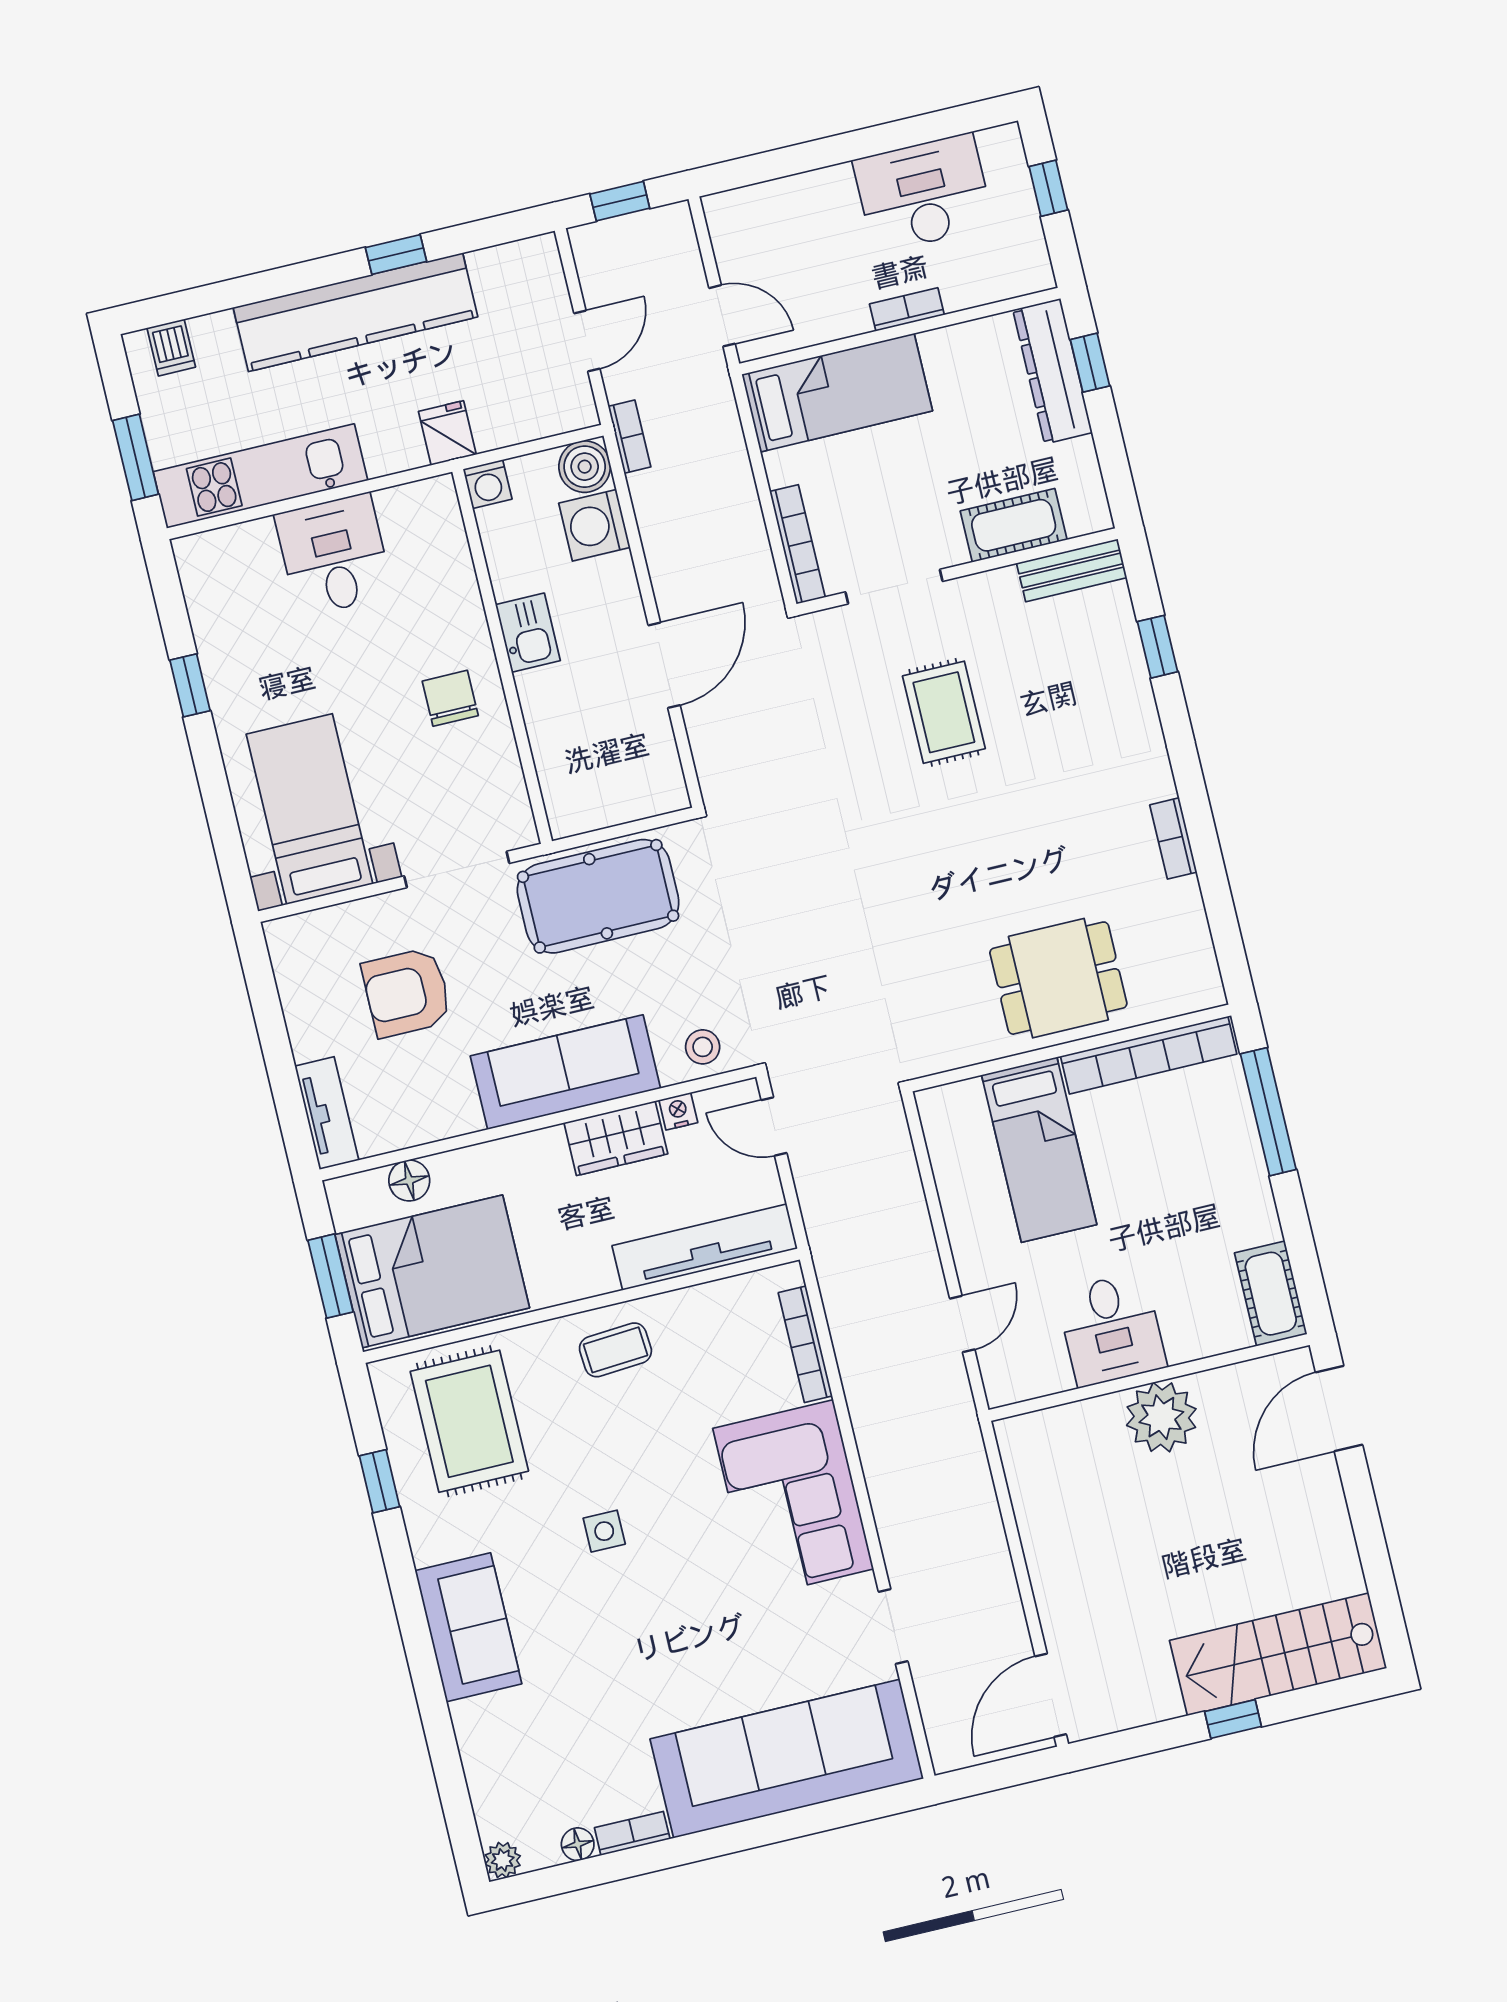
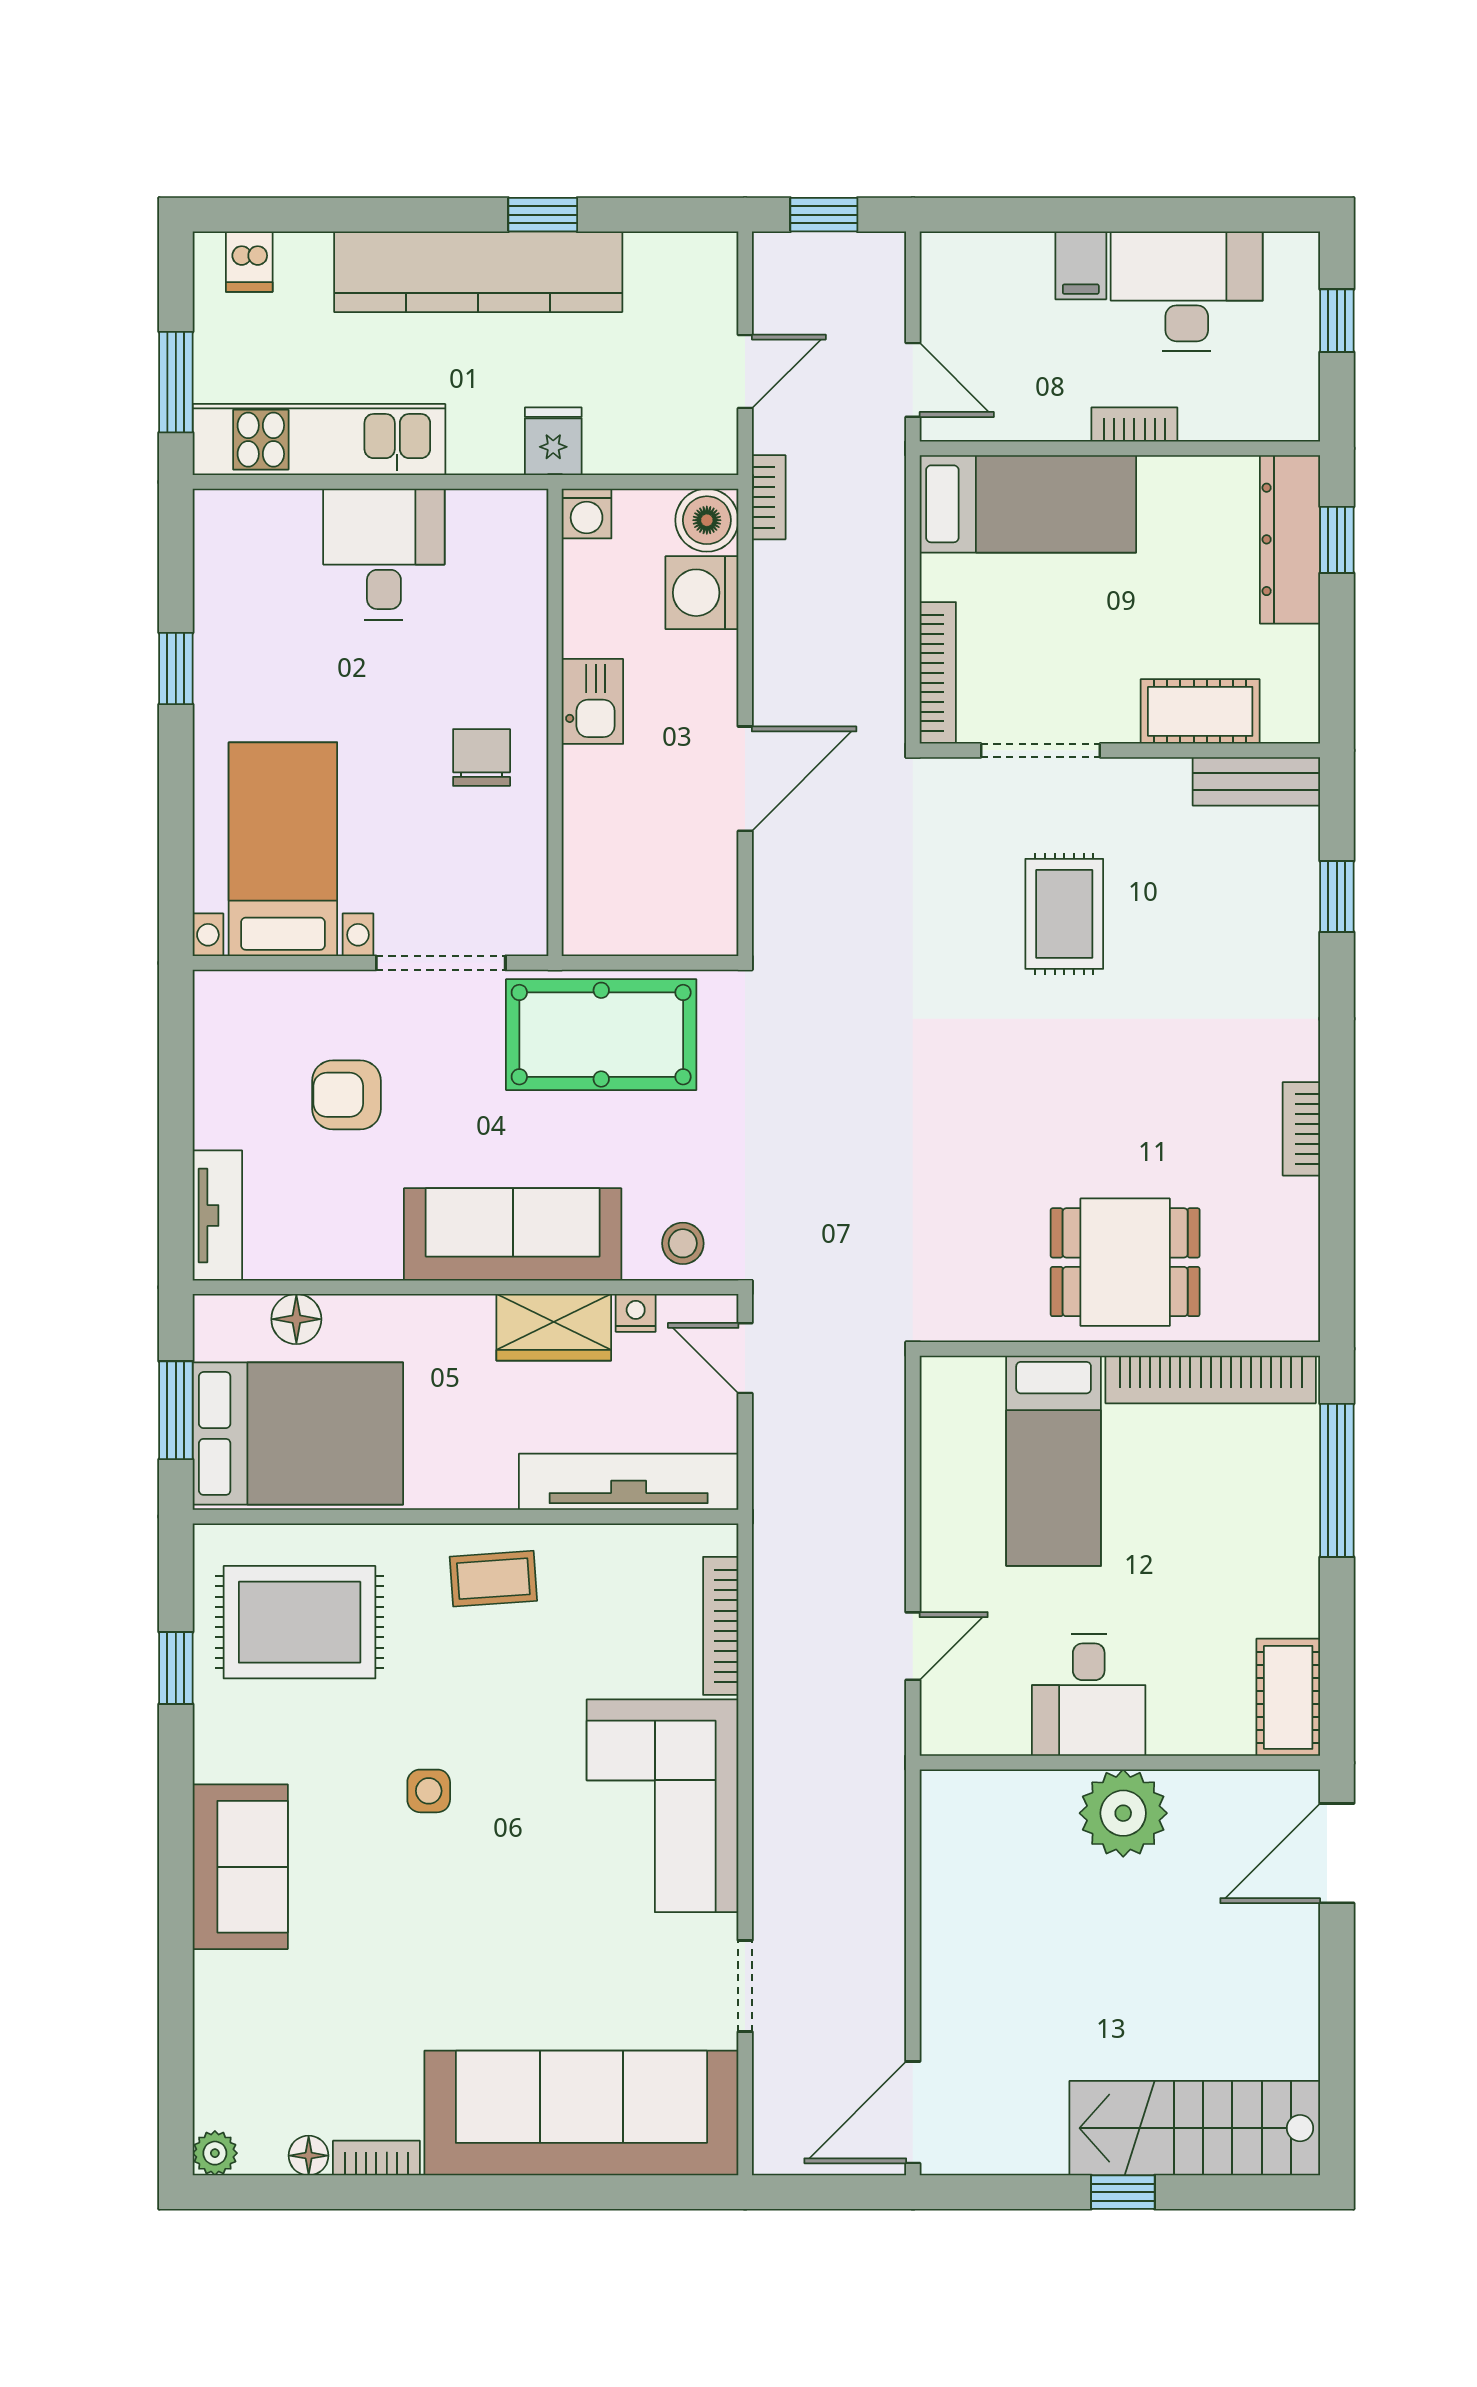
filing cabinet: (834, 193) -> (1081, 265), added
armchair: (407, 992) -> (346, 1095), width x0.72, depth x0.72
rug: (469, 1421) -> (300, 1622), turned 90

